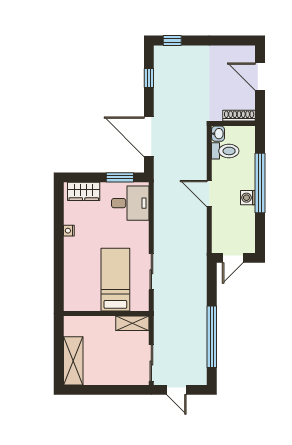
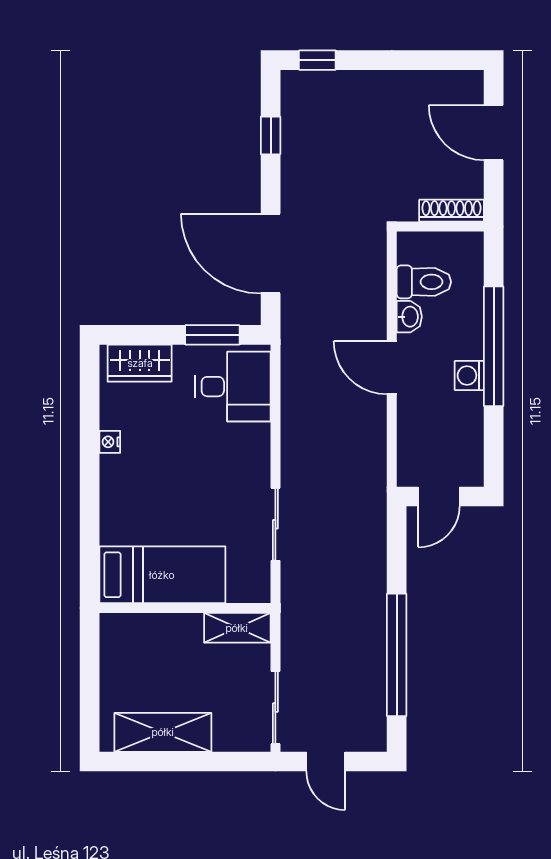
washbasin: (218, 134) -> (409, 317), moved
bed: (115, 280) -> (162, 575), moved, turned 90
shelving: (73, 361) -> (163, 732), moved, turned 90

